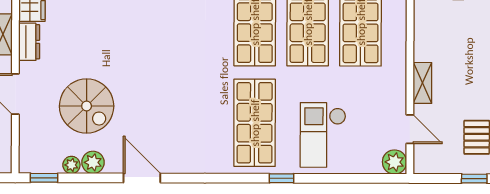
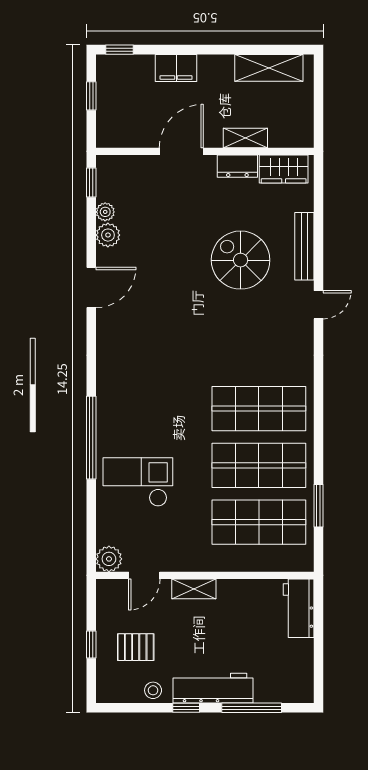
spiral stairs: (87, 106) -> (241, 260), moved, turned 90
shop shelf: (255, 123) -> (151, 409), removed
window: (282, 178) -> (91, 438), width x3.17

